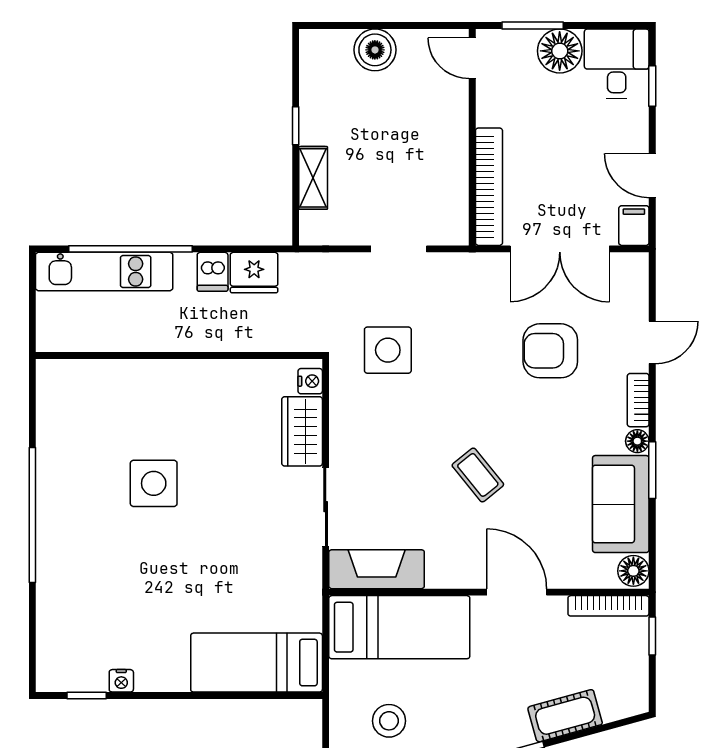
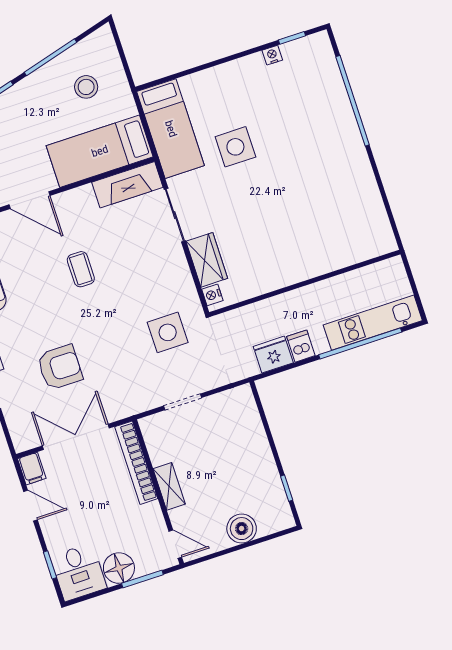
window: (296, 126) -> (287, 488), moved
shelving: (313, 178) -> (169, 486), moved
coffee table: (478, 475) -> (81, 269), turned 39
side table: (154, 483) -> (235, 147), moved
window: (32, 515) -> (353, 101), moved
bed: (257, 663) -> (171, 129), moved, turned 90

